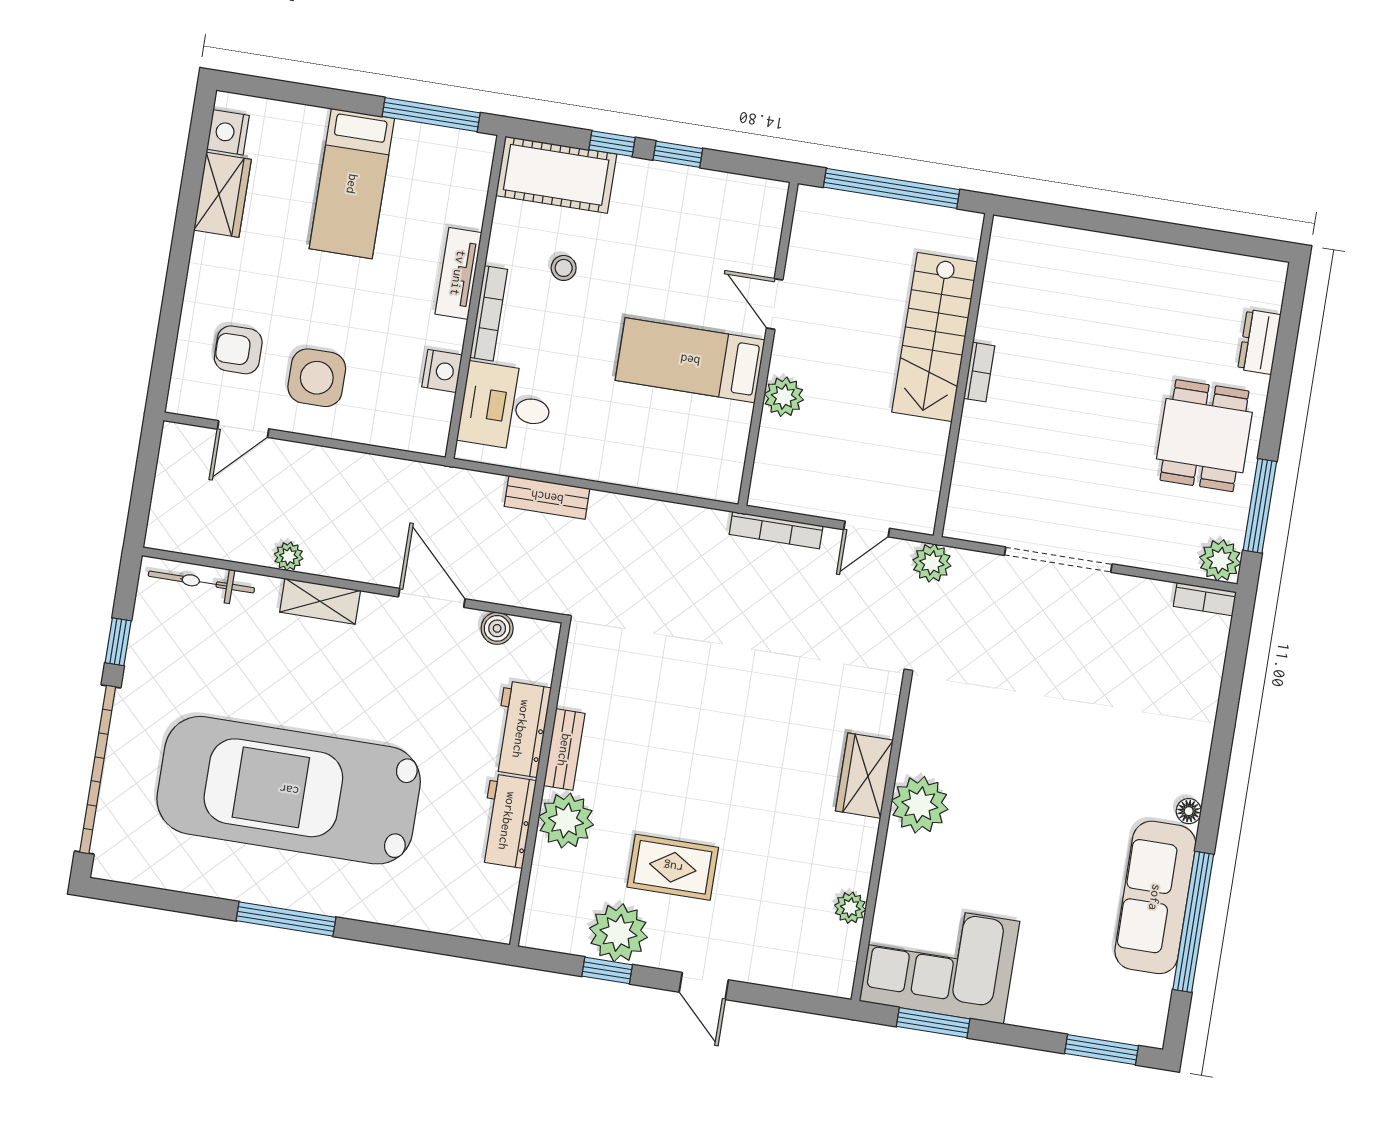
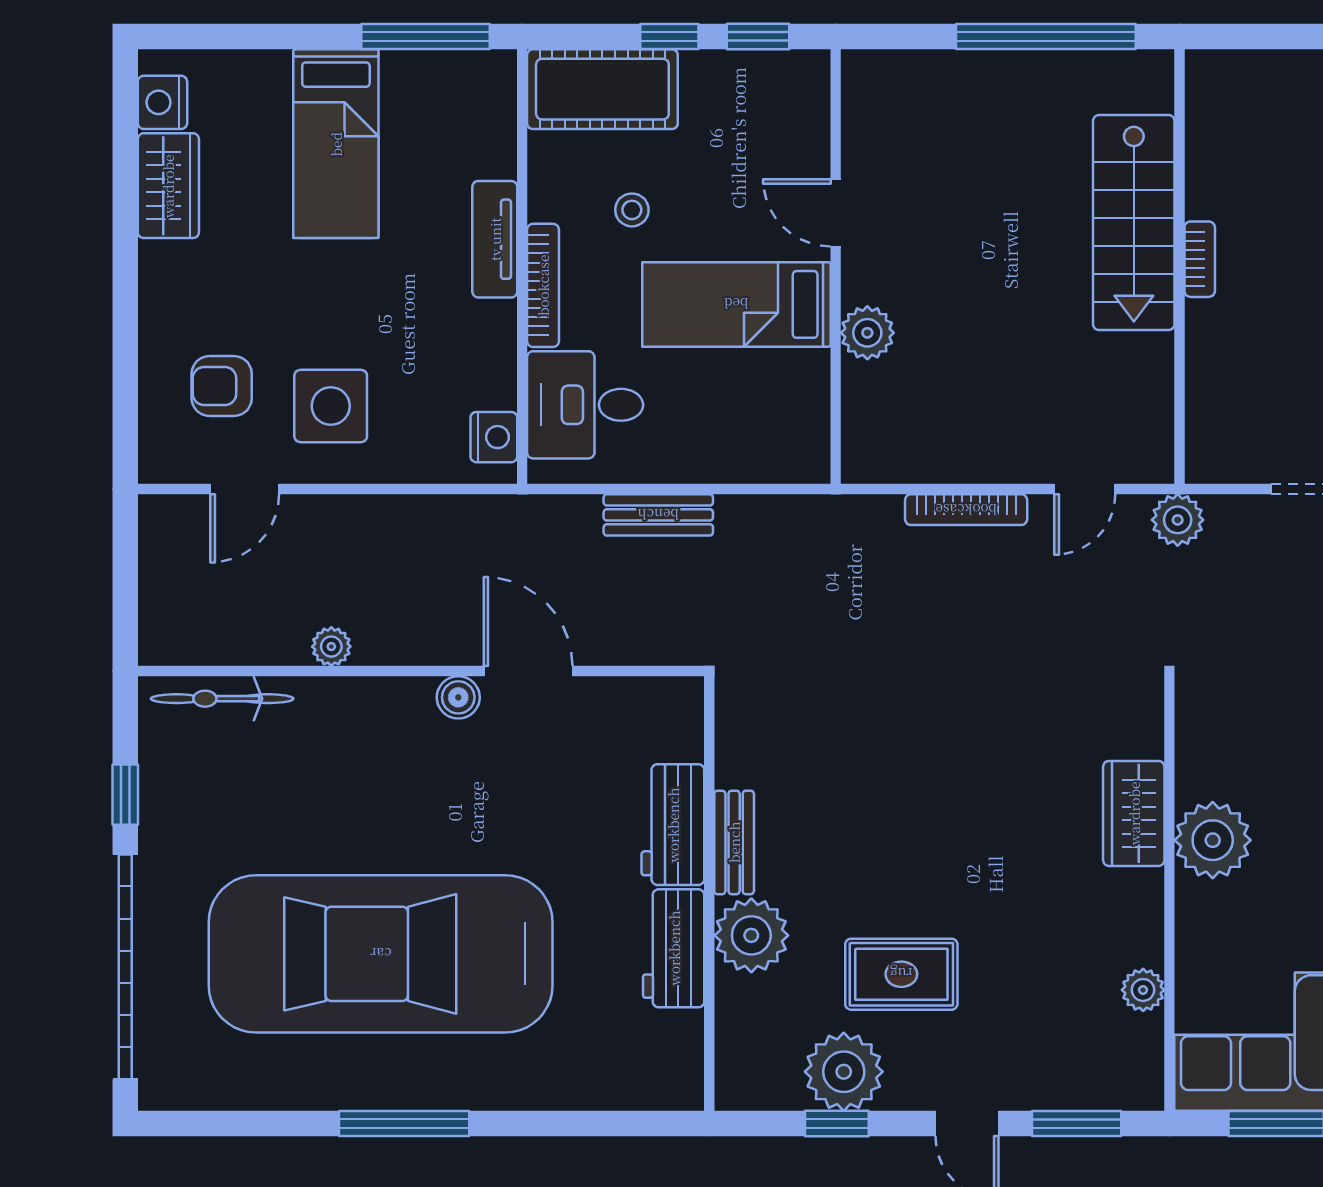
door: (775, 304) -> (836, 213), moved
wall: (768, 344) -> (836, 267), moved
bed: (690, 360) -> (736, 304), moved
nightstand: (442, 371) -> (494, 437), moved
plant: (784, 397) -> (867, 333), moved
shelving: (320, 601) -> (382, 699), removed
boiler: (497, 628) -> (458, 697), moved
window: (785, 999) -> (1077, 1124), added

